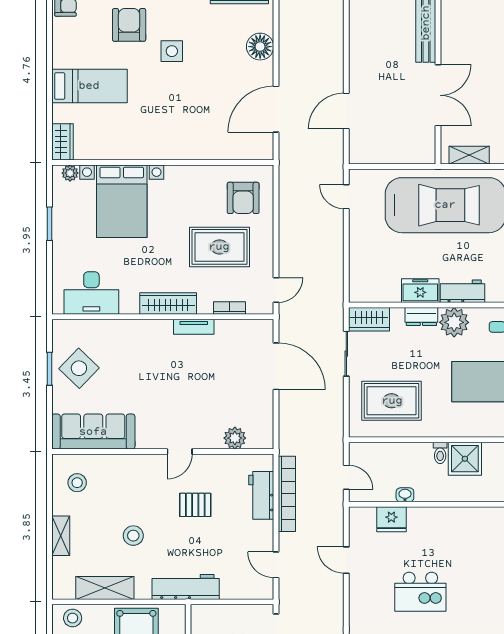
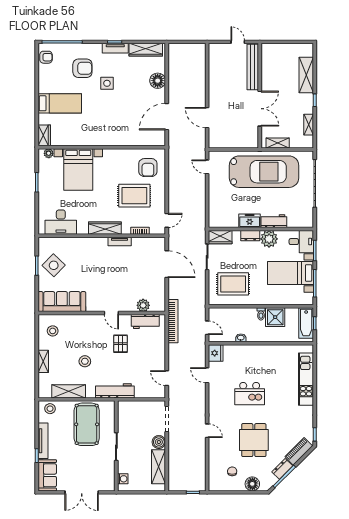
armchair: (129, 25) -> (82, 68), turned 90
door: (346, 111) -> (207, 118), hinge flipped
door: (180, 452) -> (111, 313), hinge flipped
bookcase: (287, 494) -> (173, 321), moved
workbench: (261, 495) -> (145, 322), moved, turned -90
pallet: (195, 505) -> (120, 344), turned 90
fridge: (391, 519) -> (216, 353), moved, turned -90

